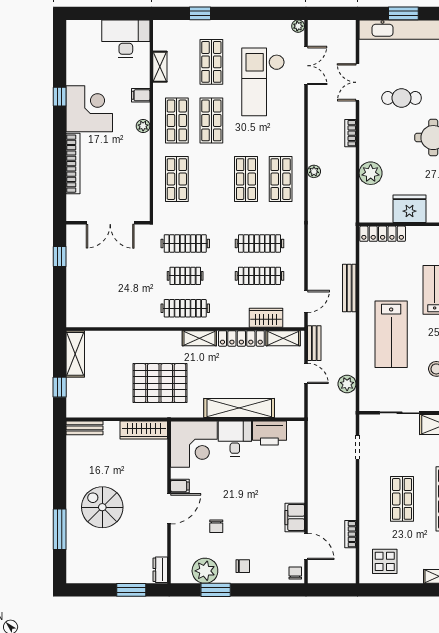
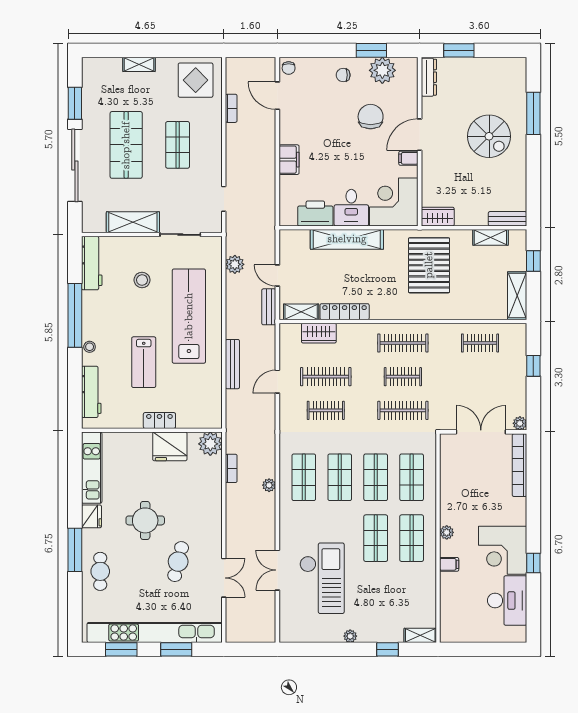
plant: (298, 26) -> (350, 636), moved
desk: (126, 39) -> (507, 601), moved, turned -90
shop shelf: (211, 62) -> (376, 477), moved
double door: (306, 66) -> (277, 570), moved
shelving: (160, 67) -> (420, 635), moved, turned 90
cafe table: (402, 98) -> (178, 562), turned -76
bookcase: (350, 133) -> (231, 468), moved
bookcase: (73, 164) -> (520, 465), moved
plant: (371, 173) -> (210, 444), moved
plant: (73, 231) -> (520, 423), added
locker: (383, 234) -> (159, 420), moved, width x0.66
clothes rail: (259, 243) -> (326, 410), width x0.73
window: (60, 256) -> (533, 366), moved
door: (306, 301) -> (277, 382), moved
clothes rail: (111, 308) -> (480, 343), added
lab bench: (391, 334) -> (189, 316), width x1.36
shelving: (199, 338) -> (490, 237), moved
pallet: (160, 383) -> (429, 265), turned 90
wardrobe: (144, 430) -> (438, 217), width x0.67
filing cabinet: (295, 518) -> (289, 160), moved
chair: (216, 526) -> (371, 117), width x1.87, depth x1.87
display table: (385, 561) -> (196, 80), width x1.36, depth x1.36
dresser: (160, 570) -> (429, 77), width x1.44

